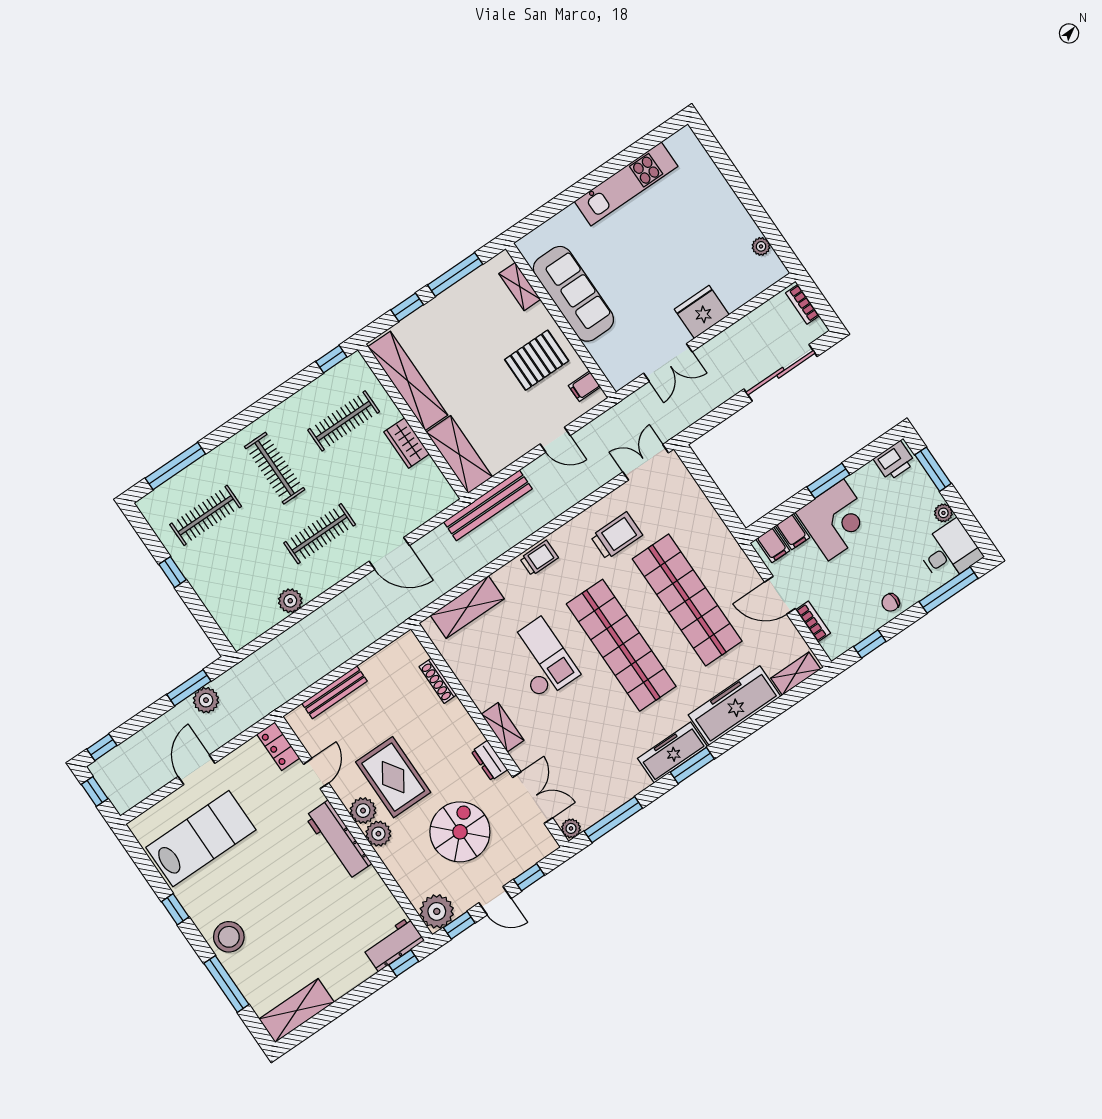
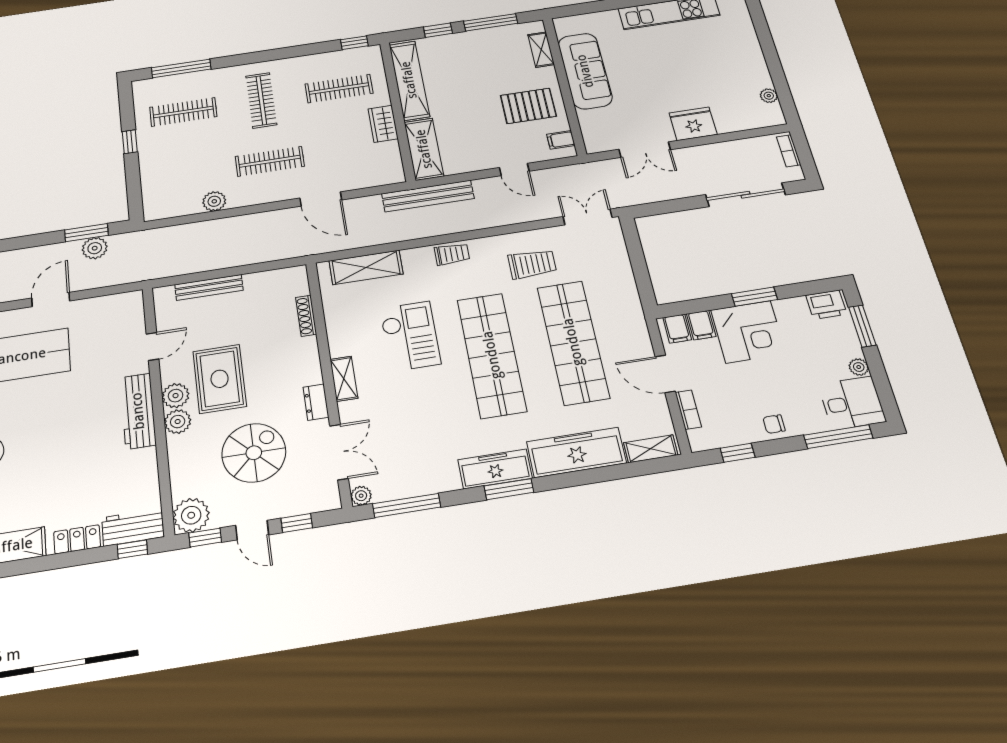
locker: (278, 746) -> (77, 539), moved, turned 90

